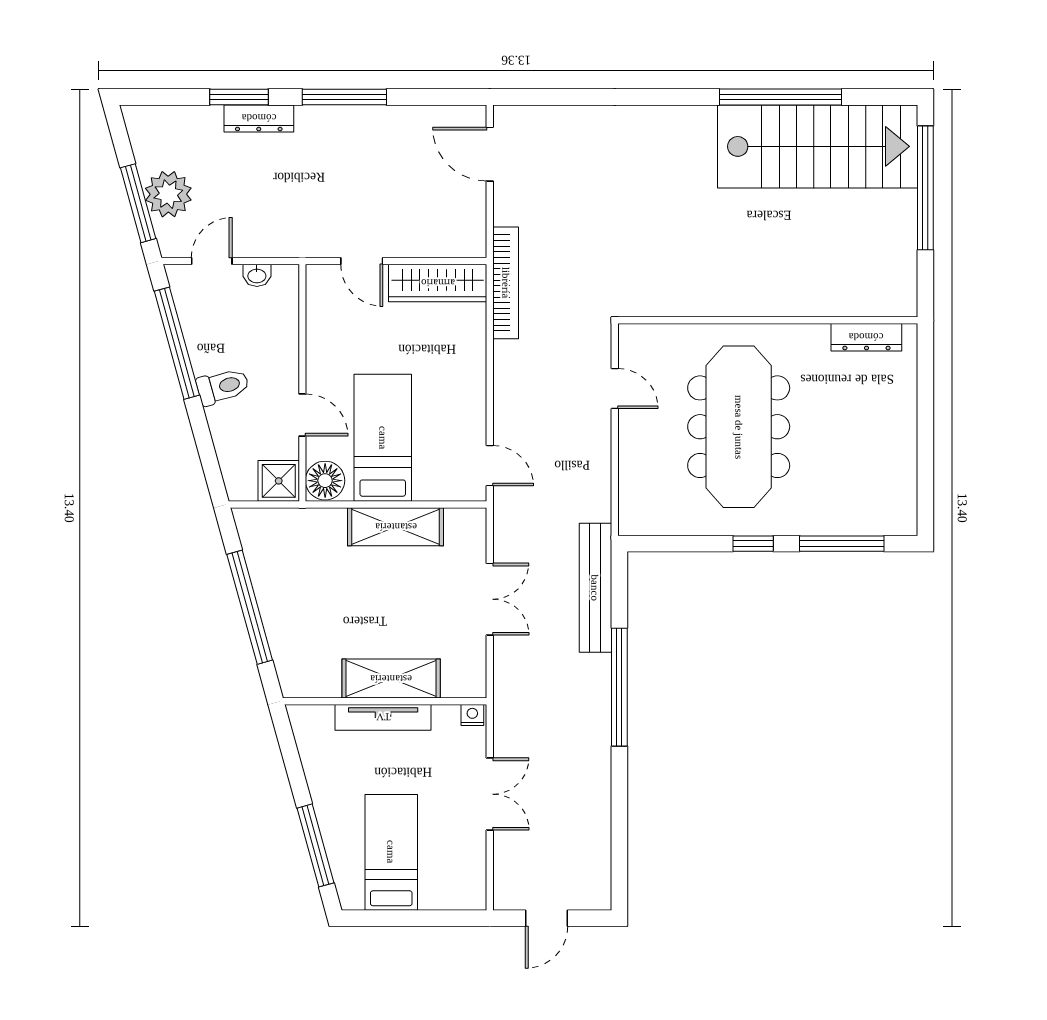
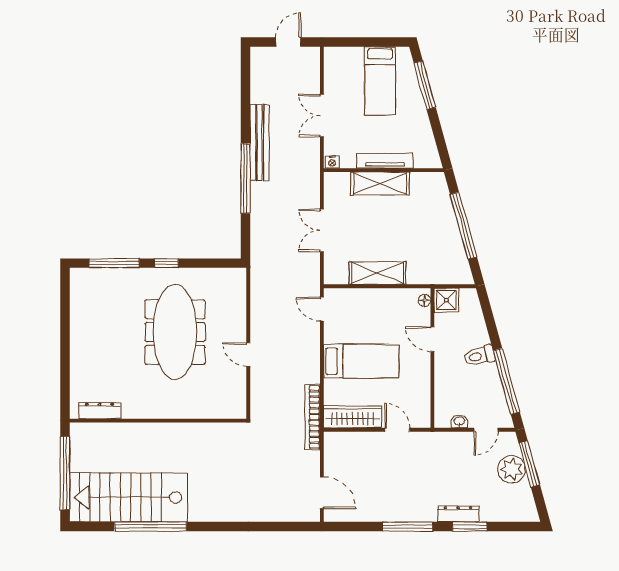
wall: (768, 320) -> (158, 421), moved
dresser: (866, 337) -> (100, 411), moved
bed: (383, 438) -> (361, 361), moved, turned -90
floor lamp: (325, 481) -> (424, 300), width x0.53, depth x0.53
bench: (595, 588) -> (260, 143), moved

